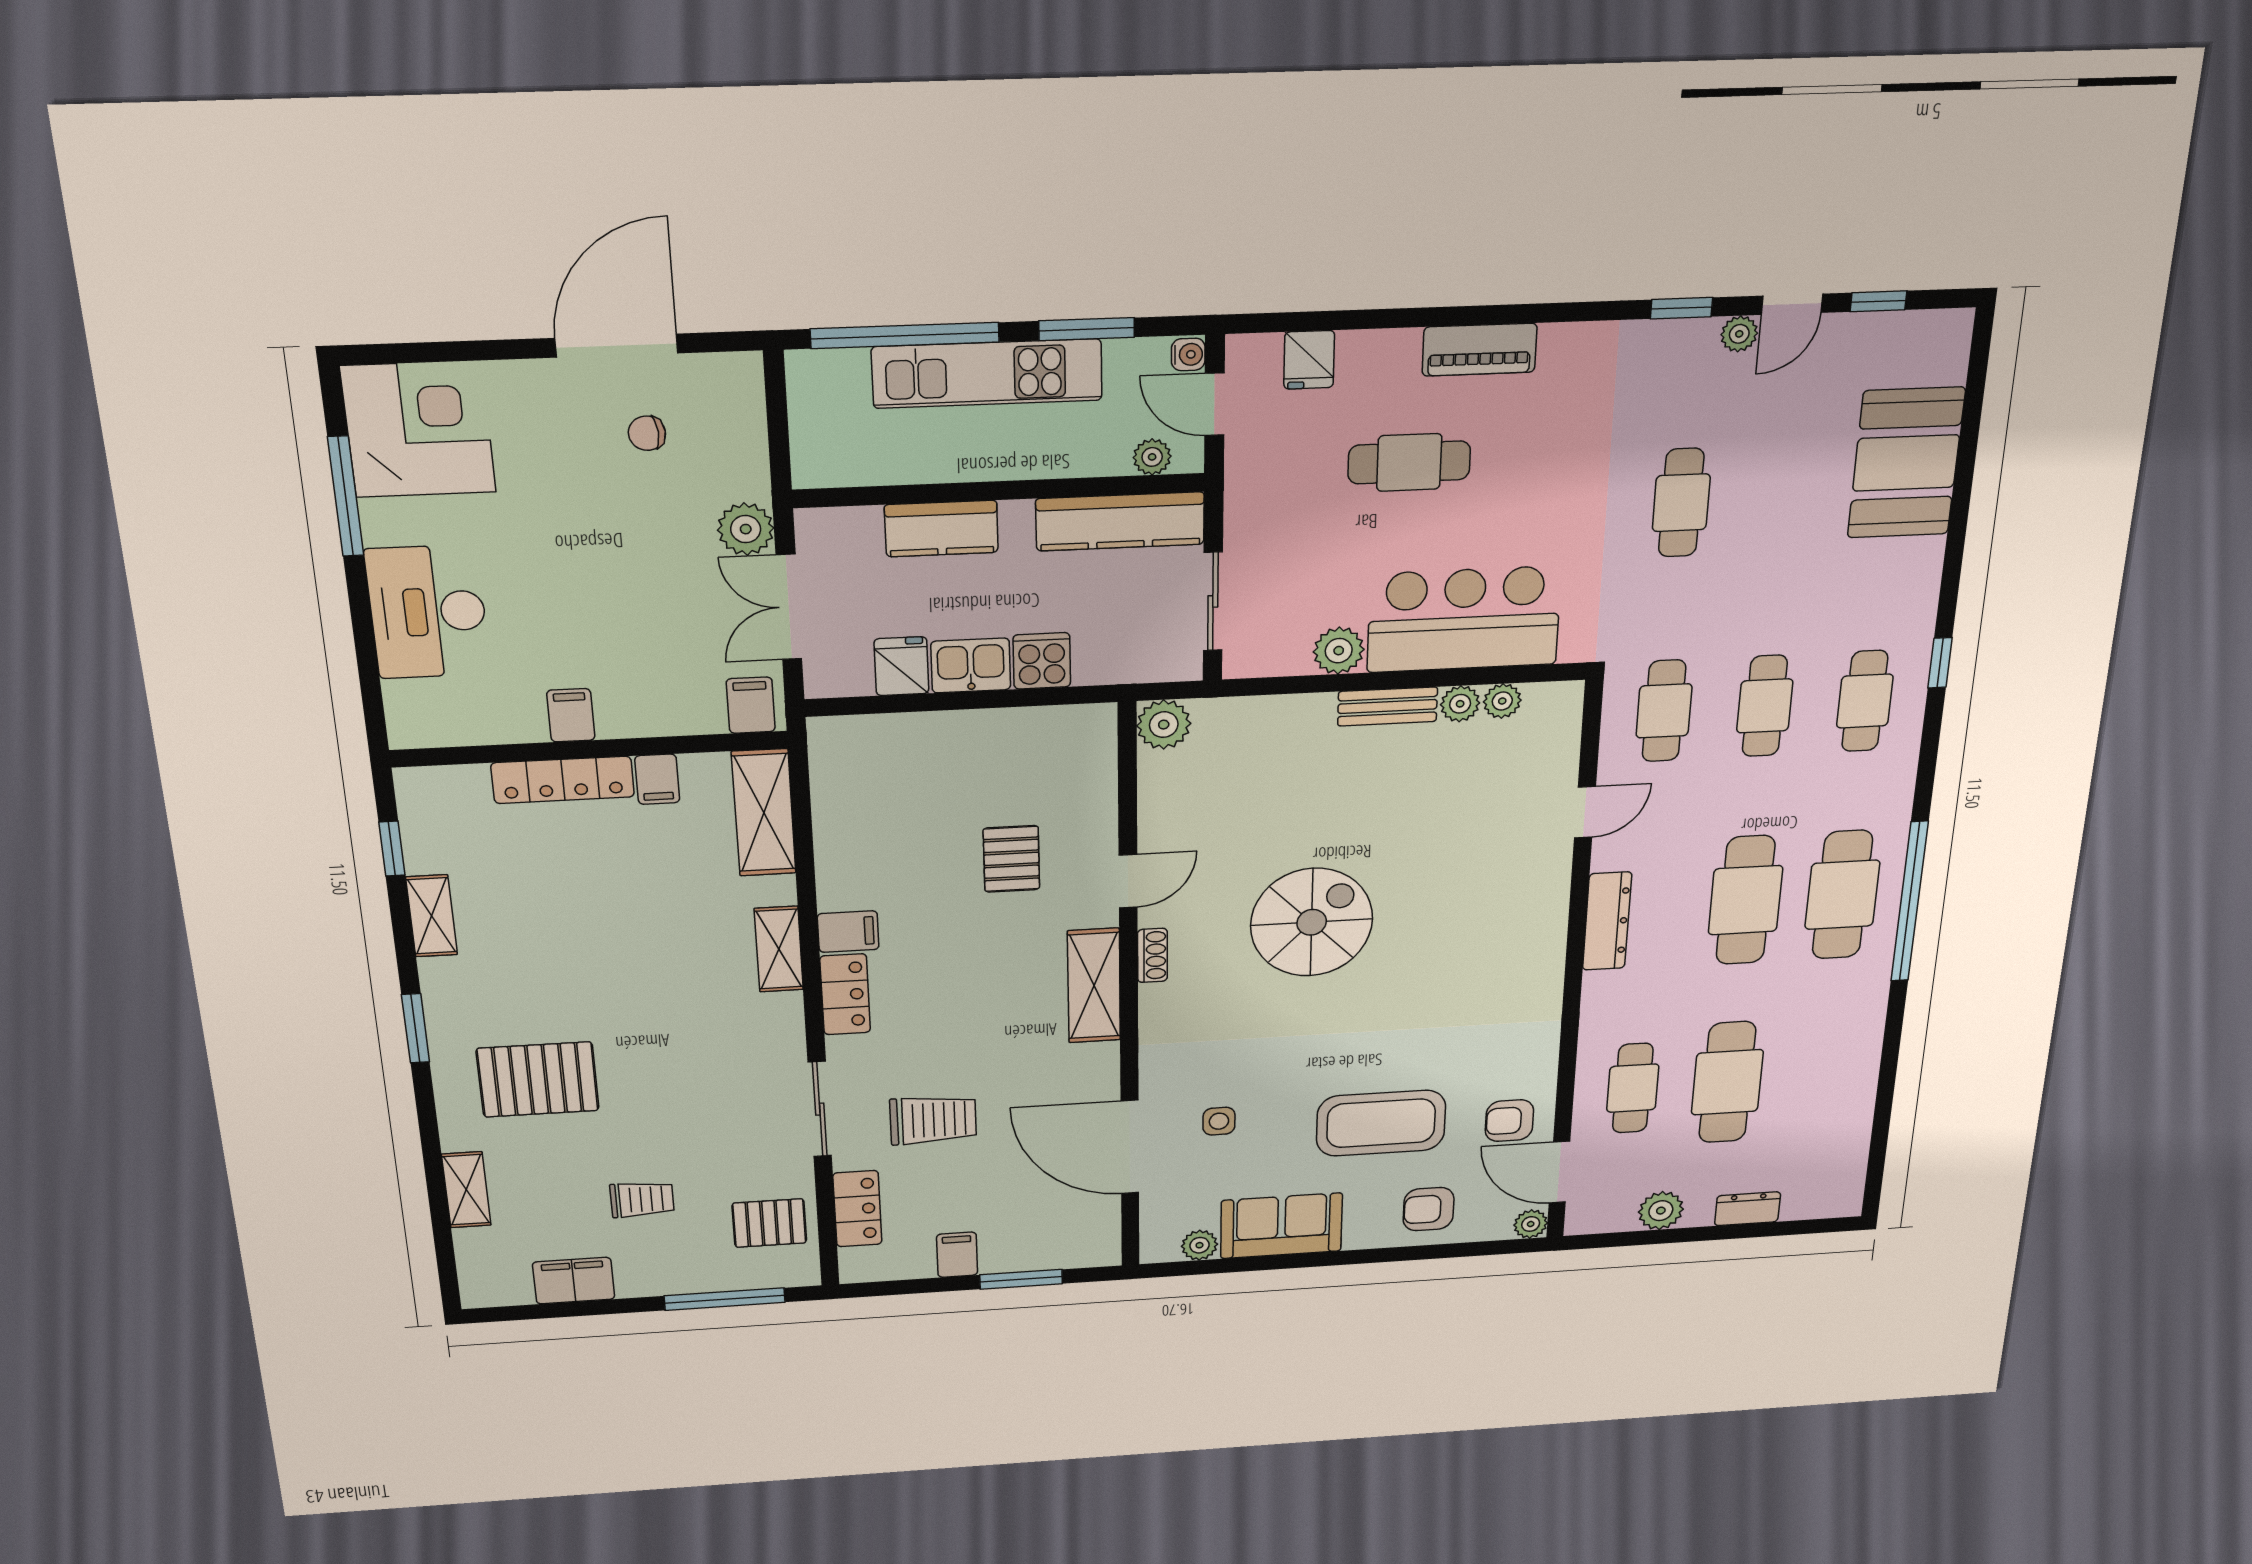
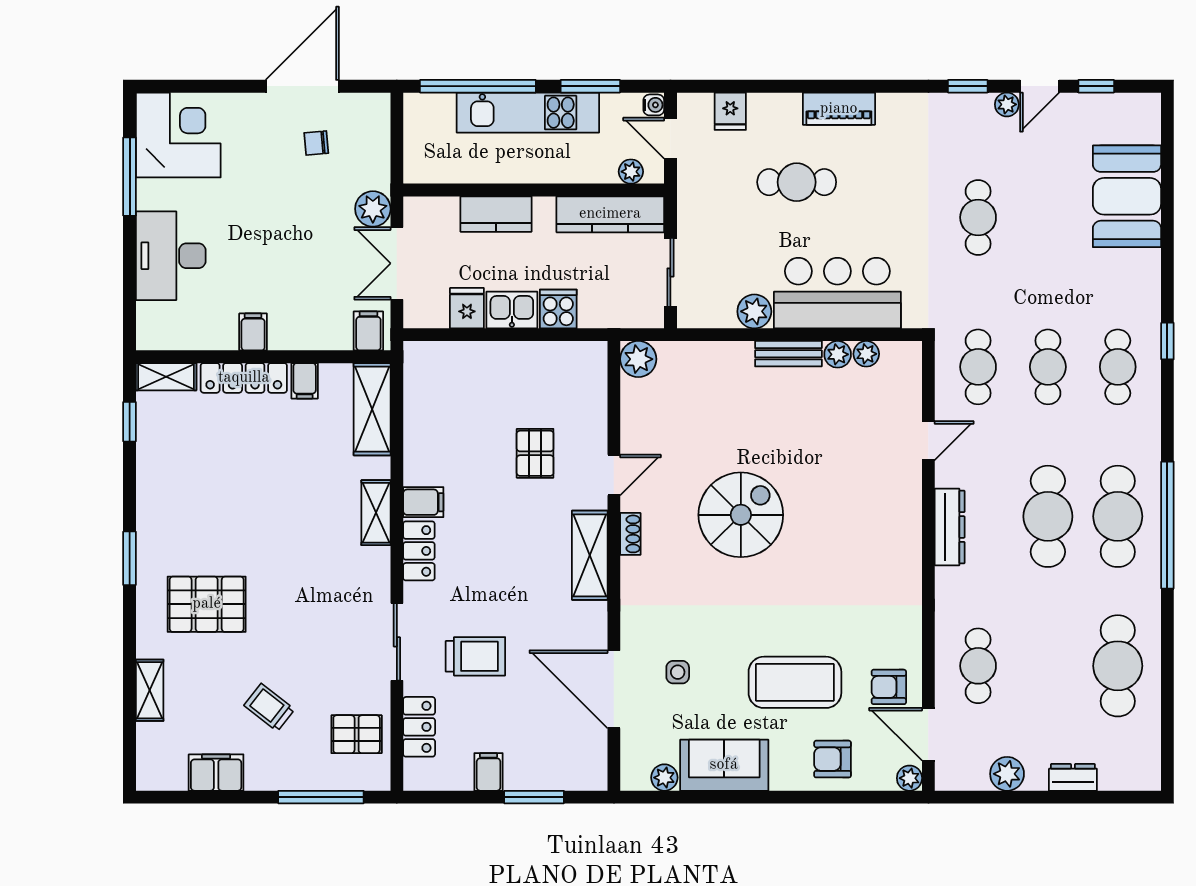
shelving: (432, 916) -> (166, 377), moved, turned 90
cafe table: (1727, 1082) -> (1118, 666), moved
trolley: (642, 1199) -> (269, 707), turned -142

